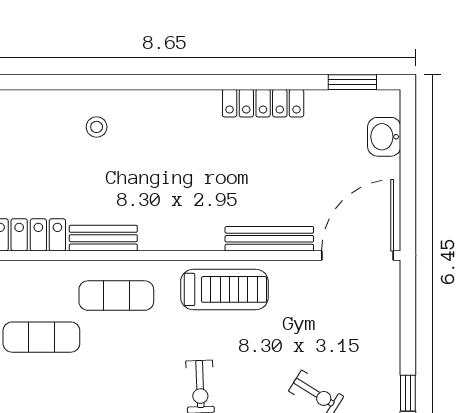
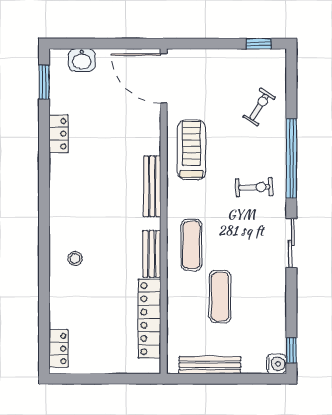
locker: (263, 103) -> (59, 134), width x0.66
bench: (269, 239) -> (152, 186), moved
treadmill: (224, 289) -> (191, 150), moved

